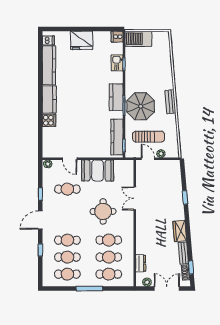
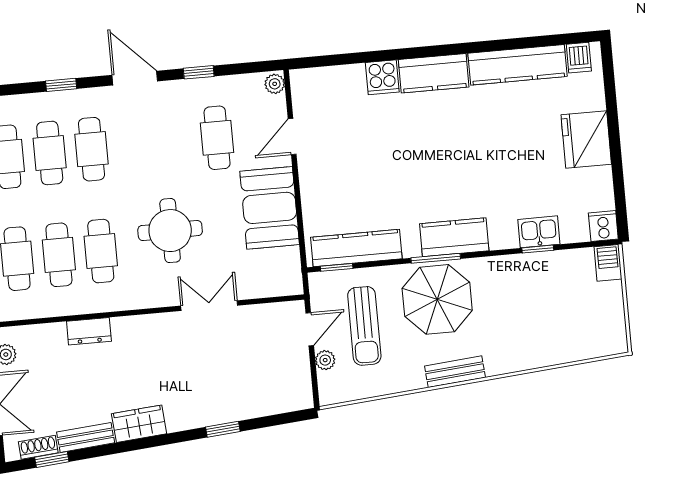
barbecue: (138, 39) -> (608, 263), width x0.53, depth x0.65
dresser: (141, 263) -> (89, 331), moved

